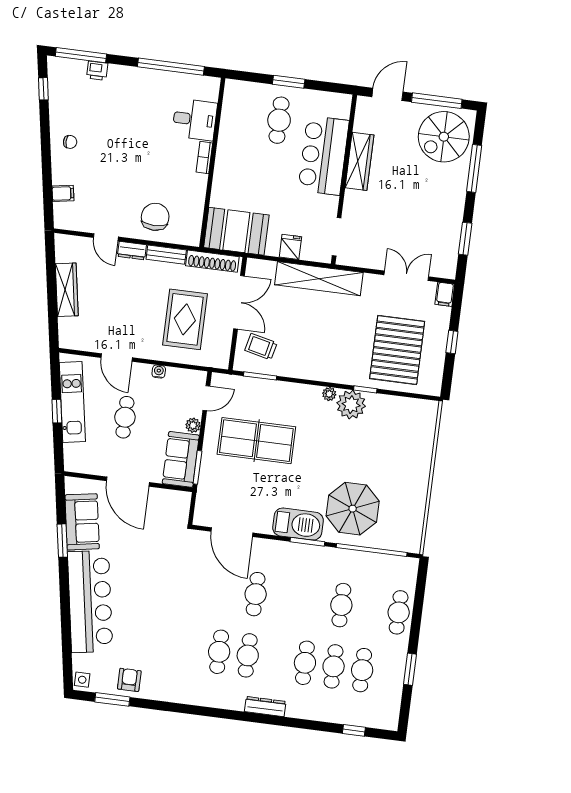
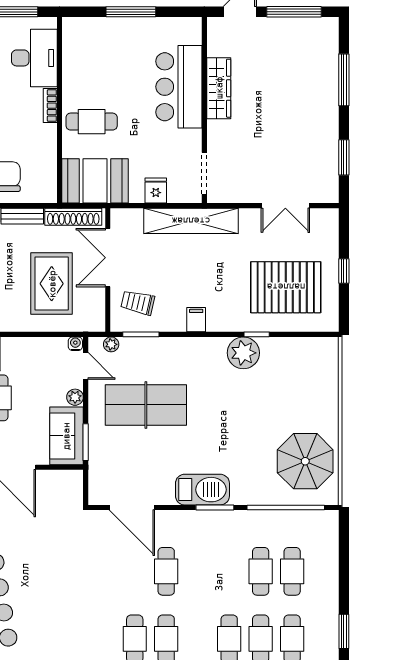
window: (289, 82) -> (131, 12), width x1.44
desk: (195, 120) -> (34, 58), width x1.37
cafe table: (279, 120) -> (92, 122), moved, turned 90
spiral stairs: (444, 137) -> (307, 50), removed
double door: (406, 276) -> (285, 206), swing flipped
filing cabinet: (445, 294) -> (196, 320), moved, turned 180
double door: (239, 302) -> (108, 258), swing flipped
pallet: (397, 350) -> (286, 287), turned 90
water cooler: (159, 372) -> (75, 344), moved
plant: (329, 394) -> (111, 344), moved
door: (206, 398) -> (86, 366), hinge flipped
parasol: (353, 509) -> (305, 461), moved
cafe table: (399, 612) -> (292, 571), moved

